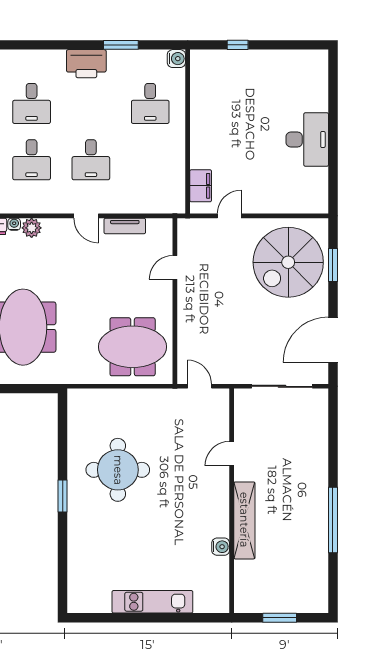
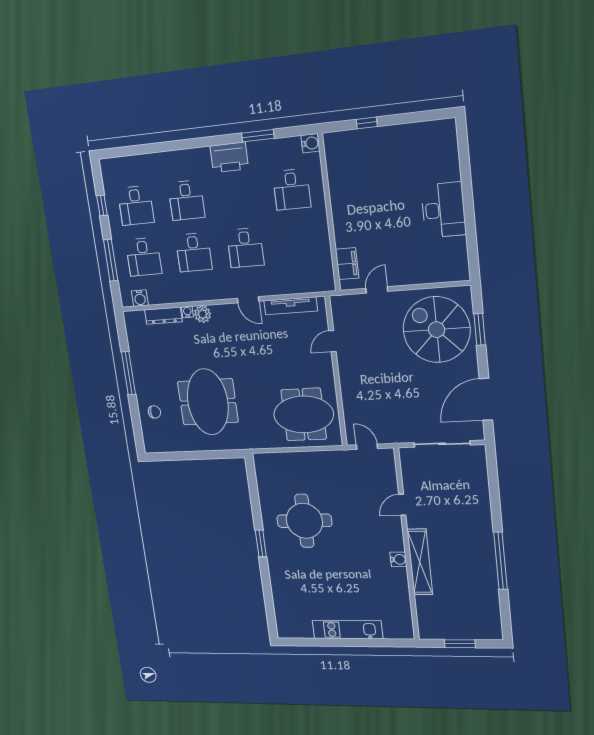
tv unit: (125, 226) -> (291, 306), width x1.41
spiral stairs: (288, 262) -> (437, 330), turned 90
water cooler: (221, 547) -> (398, 559), moved

